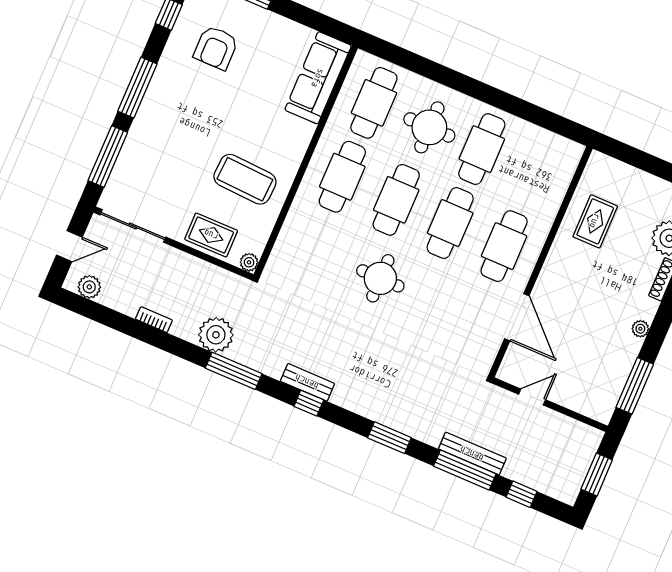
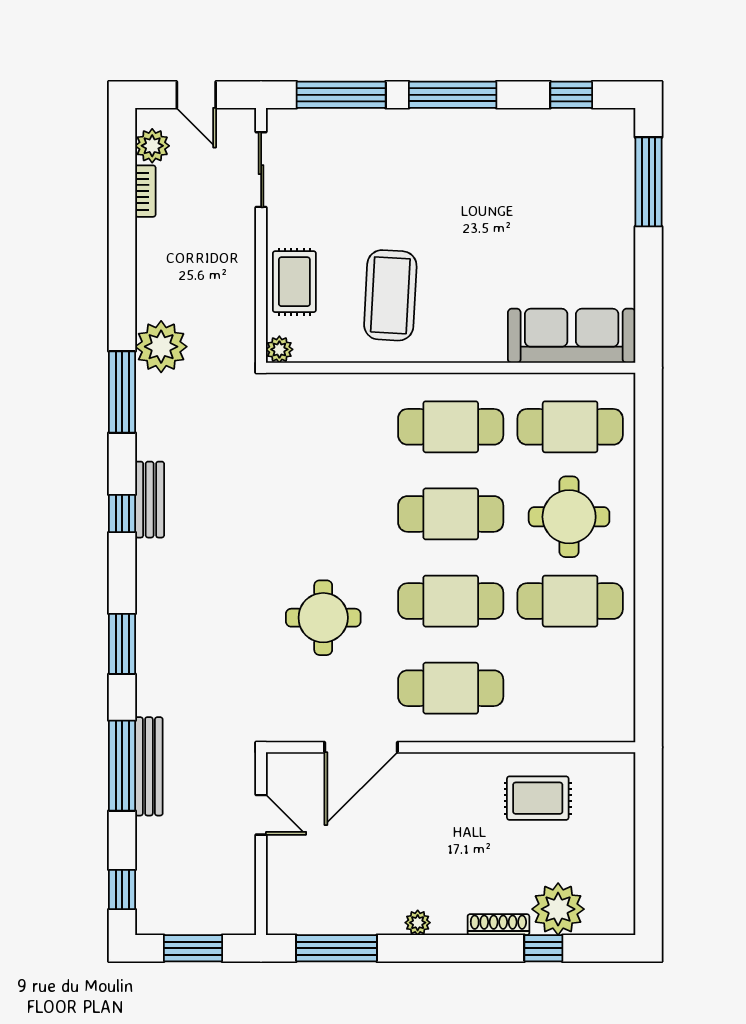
armchair: (216, 48) -> (553, 179), removed
sliding door: (133, 226) -> (261, 170), width x0.73
round table: (380, 278) -> (323, 618), moved
bookcase: (154, 320) -> (145, 191), moved
window: (521, 494) -> (122, 890), moved

